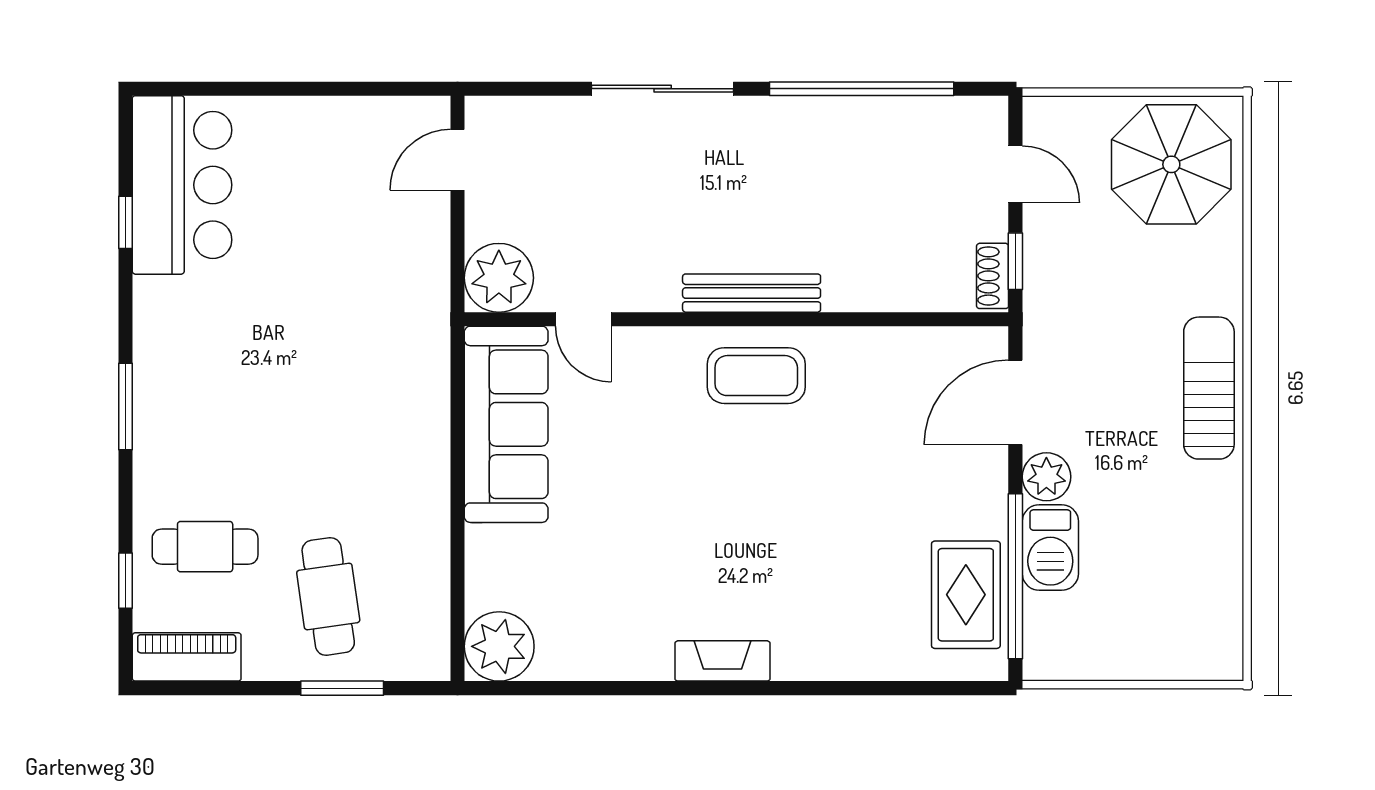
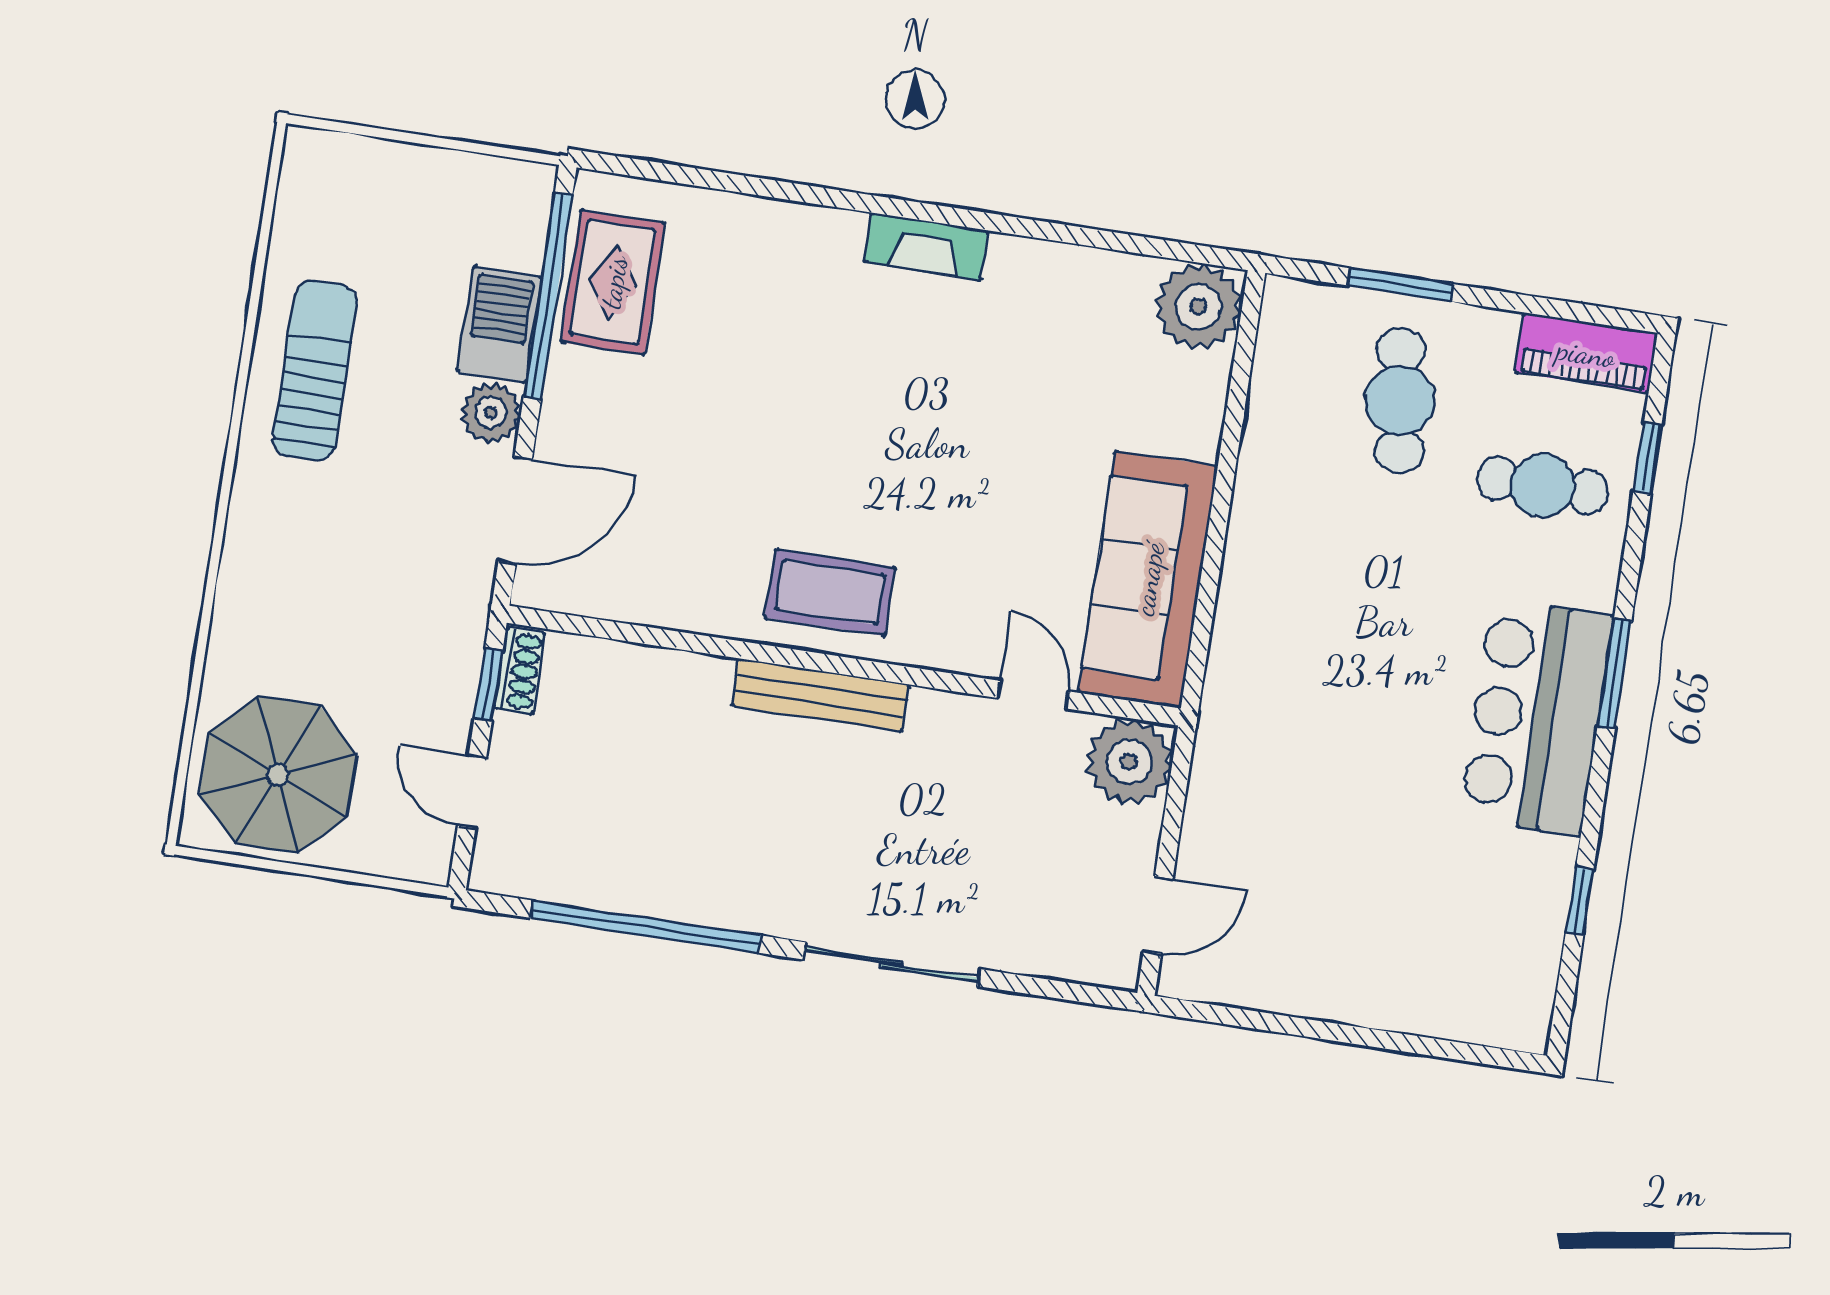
bar counter: (182, 185) -> (1536, 717), moved
sun lounger: (1209, 388) -> (315, 370), moved, turned 180

